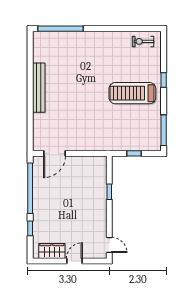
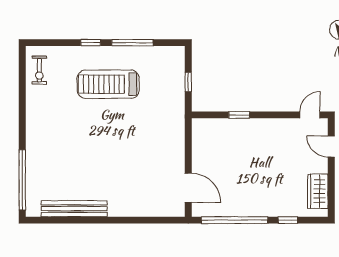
bench: (39, 88) -> (74, 209), moved
treadmill: (132, 93) -> (108, 84), turned 90
window: (164, 130) -> (132, 43), moved
door: (74, 261) -> (331, 147), moved

